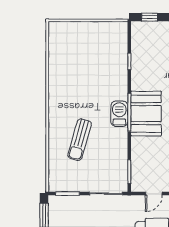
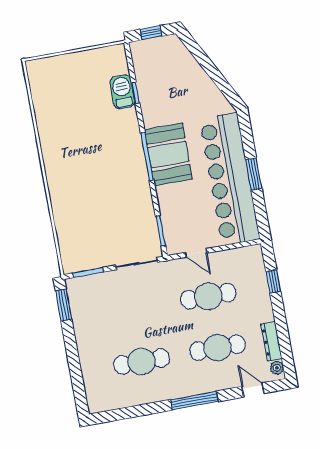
barbecue: (119, 114) -> (122, 92), moved
sun lounger: (80, 140) -> (91, 202), removed
door: (154, 193) -> (196, 253), hinge flipped

